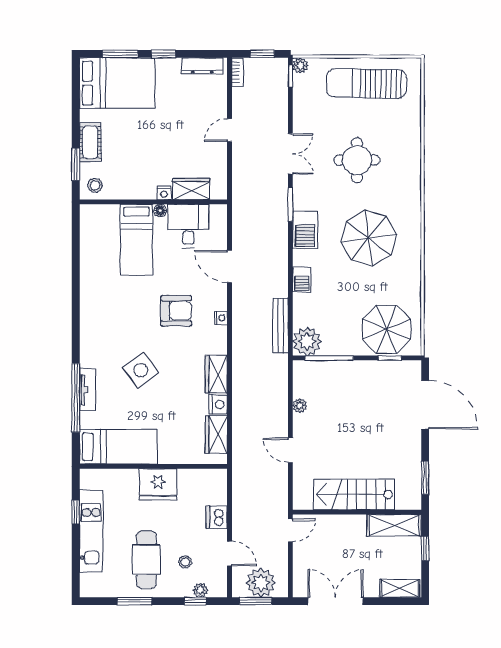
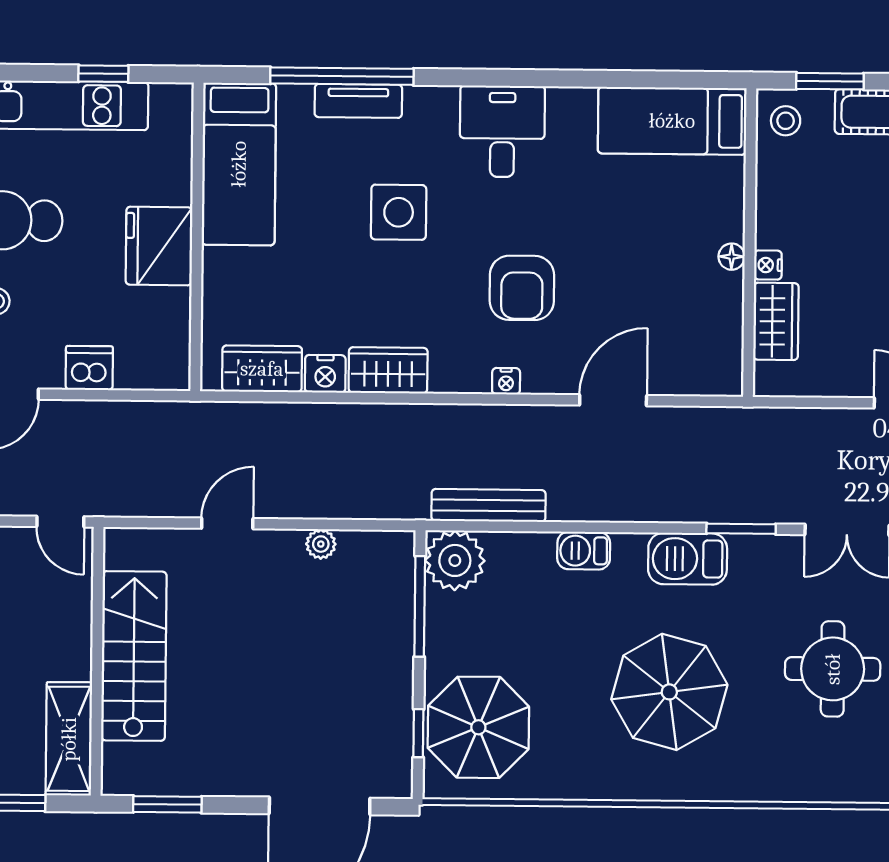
desk: (188, 226) -> (502, 131), moved, turned -90
bed: (136, 240) -> (672, 121), moved
side table: (141, 370) -> (399, 212), turned 36

